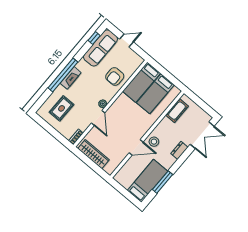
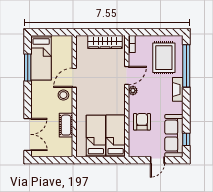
window: (63, 75) -> (186, 66), moved
rug: (62, 108) -> (164, 58), width x1.36, depth x1.43
cot: (177, 111) -> (66, 125), moved
door: (98, 118) -> (127, 76), swing flipped
double door: (202, 135) -> (28, 134), swing flipped
dresser: (179, 150) -> (36, 106), removed

